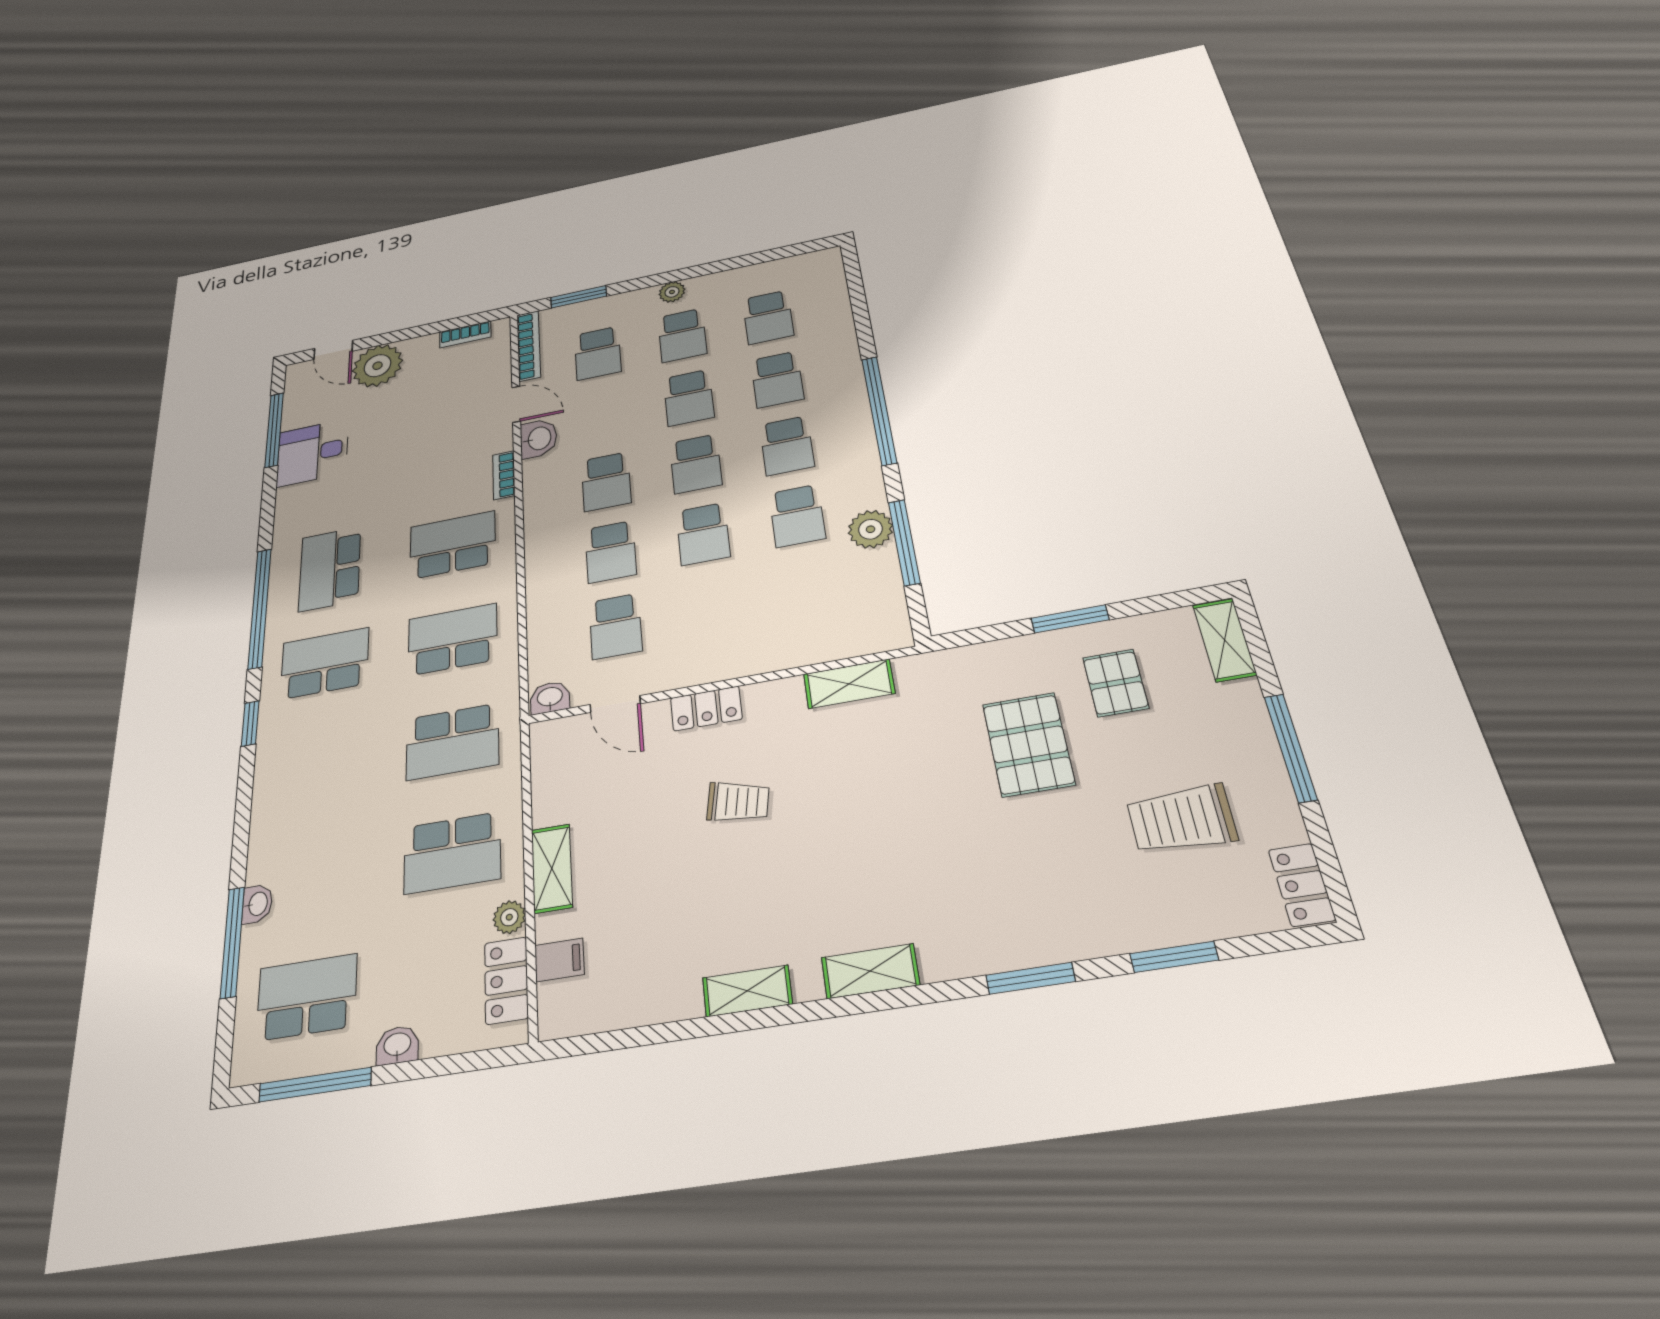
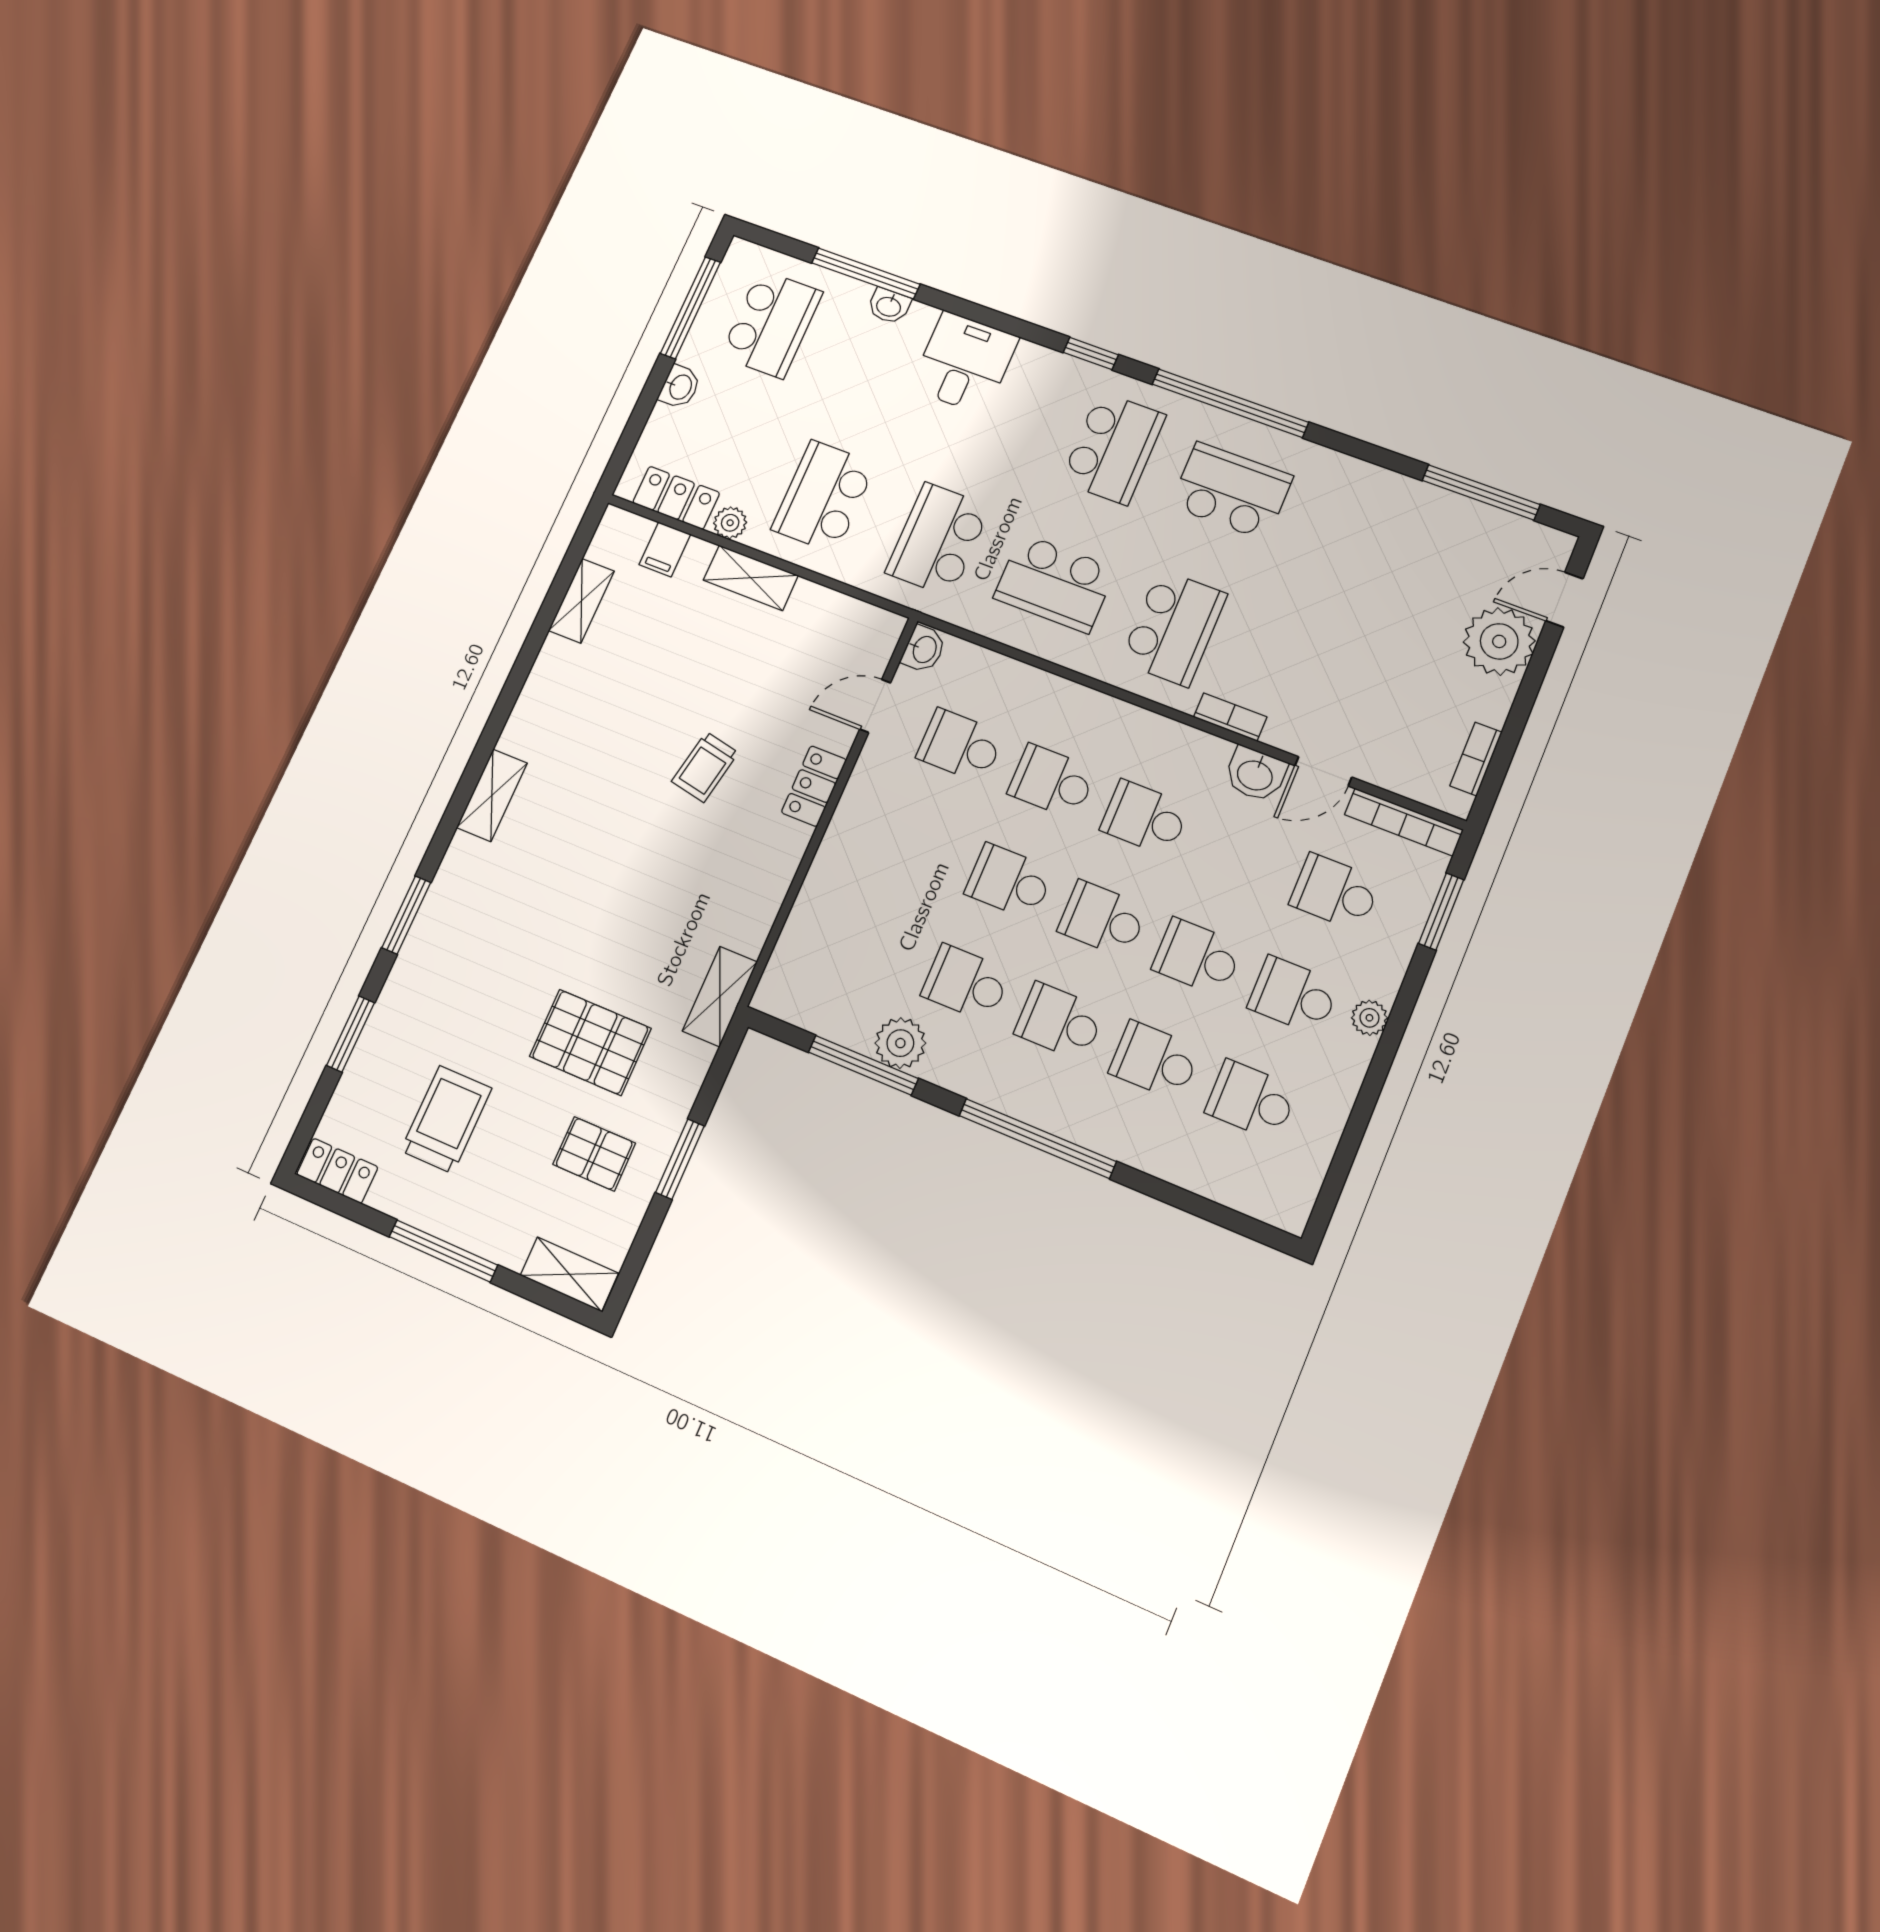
desk: (313, 453) -> (964, 363), moved
school desk: (453, 639) -> (1055, 583), turned 90
shelving: (849, 684) -> (720, 997), moved
shelving: (747, 991) -> (581, 601), moved

